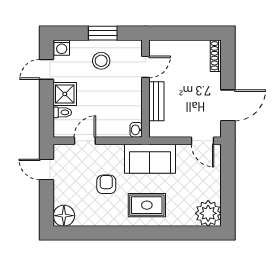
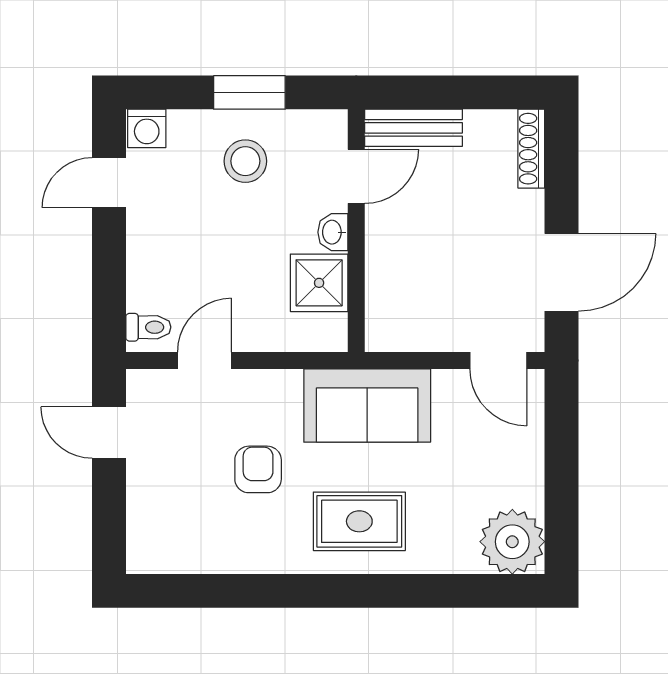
shower: (65, 94) -> (319, 283), moved
bench: (156, 101) -> (413, 128), moved, turned 90
toilet: (62, 112) -> (148, 327), moved
washbasin: (136, 130) -> (333, 232), moved
floor lamp: (64, 216) -> (152, 548), removed

